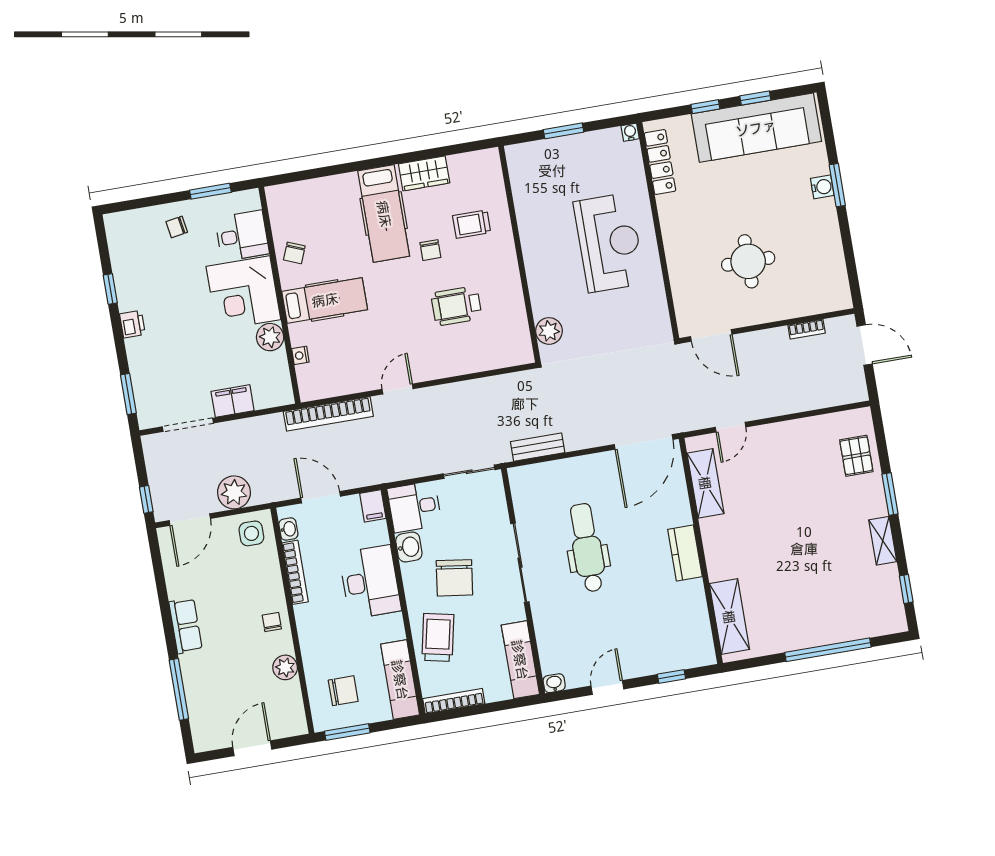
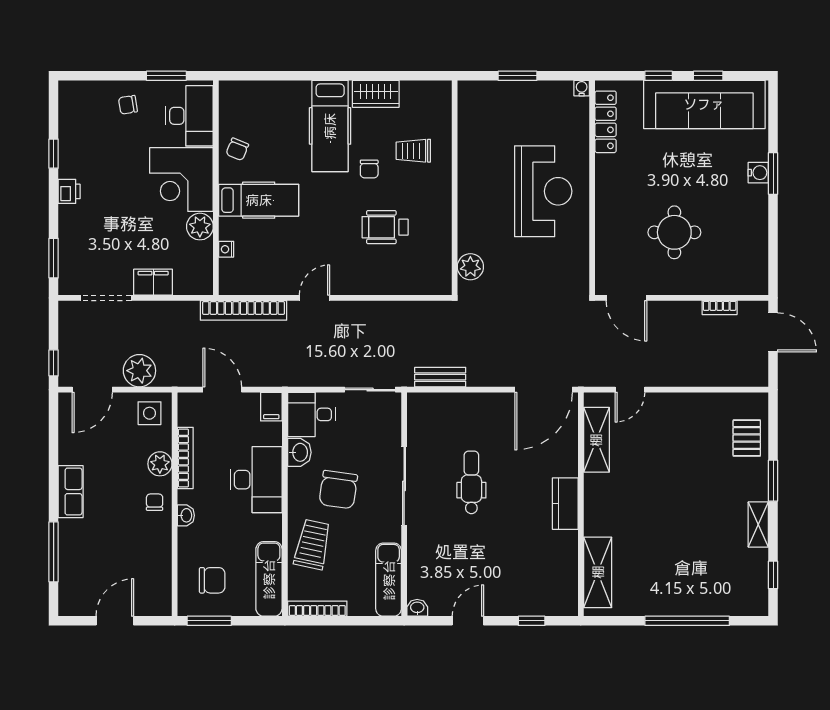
desk: (242, 236) -> (190, 116), width x1.37
washbasin: (288, 529) -> (186, 515), moved
dental chair: (587, 548) -> (471, 482), width x0.73, depth x0.72
plant: (285, 667) -> (160, 464), moved

